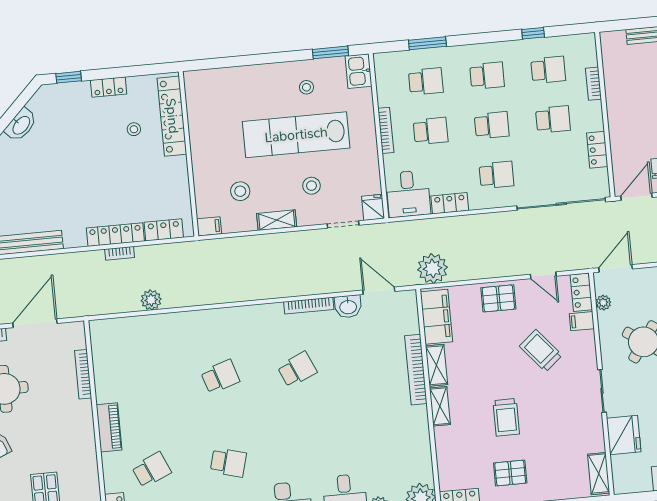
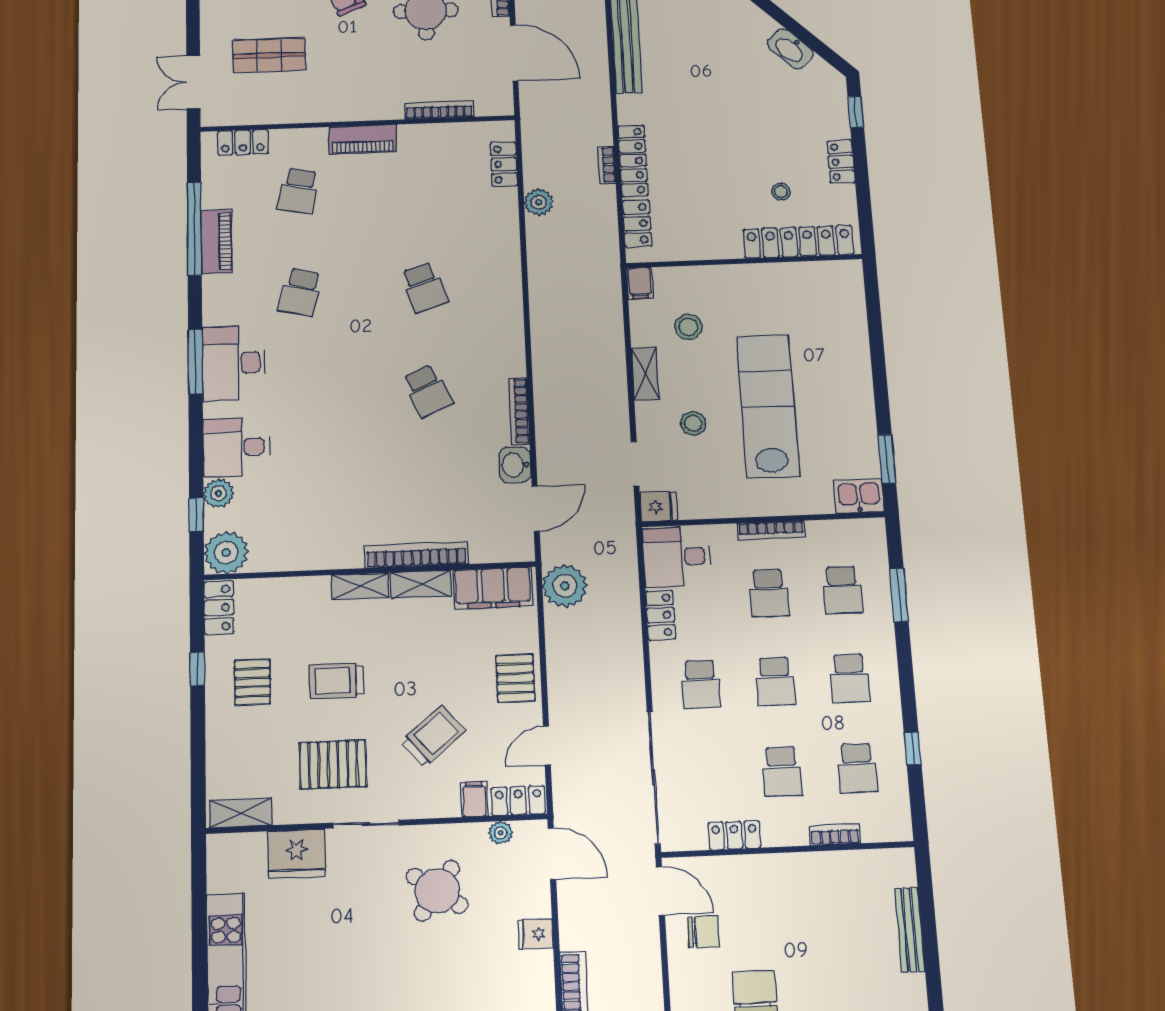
stool: (306, 87) -> (836, 423), removed
locker: (123, 326) -> (504, 164), added
pallet: (563, 415) -> (333, 764), added
school desk: (151, 470) -> (298, 191), turned 36

